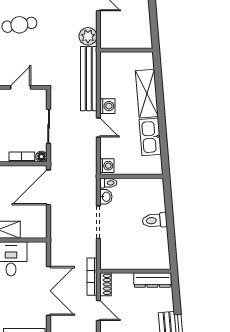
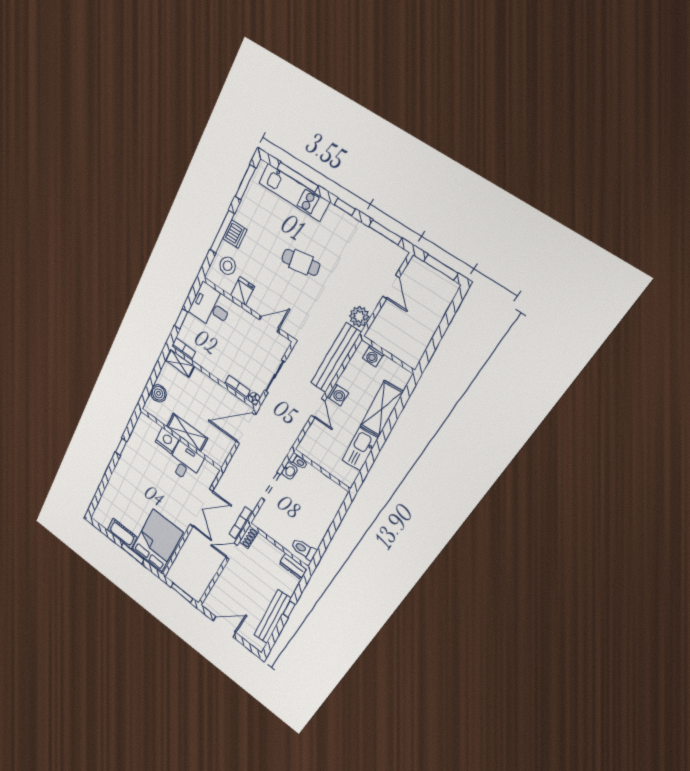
washing machine: (107, 166) -> (373, 356), moved, turned 90
toilet: (155, 220) -> (304, 549), moved
dresser: (152, 280) -> (293, 566), width x0.70
door: (98, 310) -> (232, 551), swing flipped

